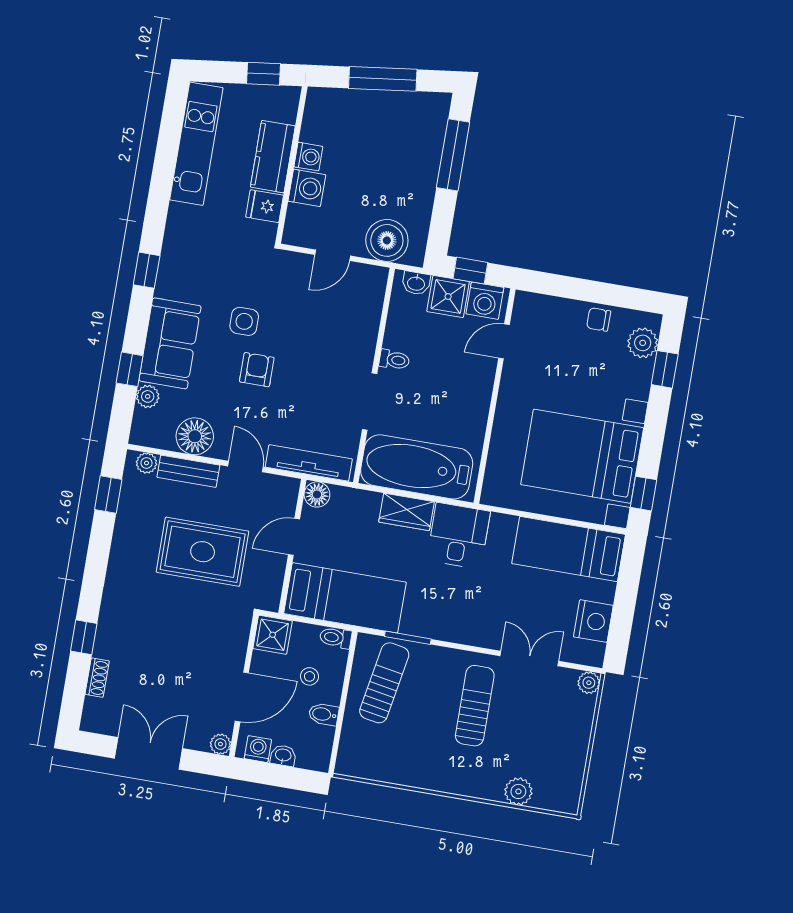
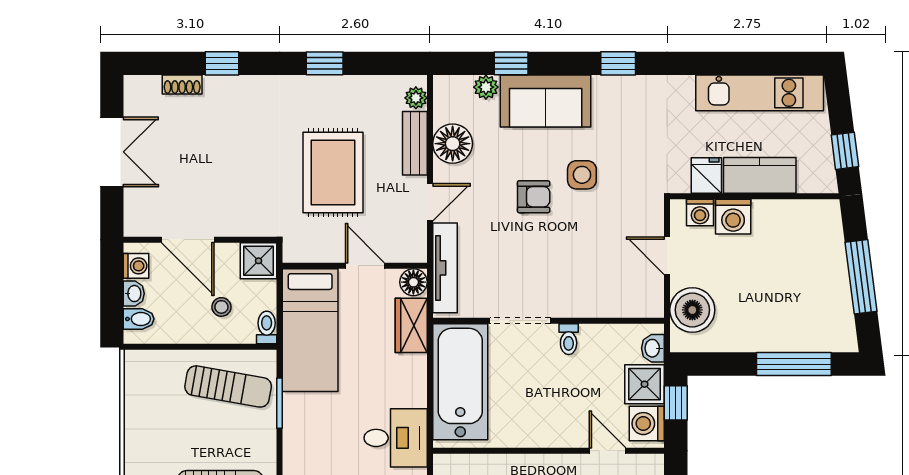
washing machine: (308, 157) -> (700, 213), moved
window: (108, 494) -> (325, 63), moved
wardrobe: (406, 512) -> (411, 325), moved
bidet: (324, 714) -> (139, 319), moved, turned 90
plant: (220, 744) -> (135, 226), removed

